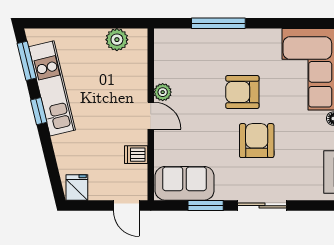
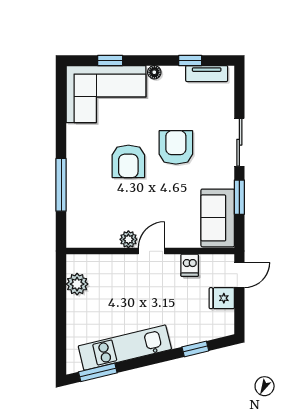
window: (39, 111) -> (195, 349), moved
armchair: (257, 141) -> (176, 147), turned 90
fridge: (77, 188) -> (222, 298), moved

